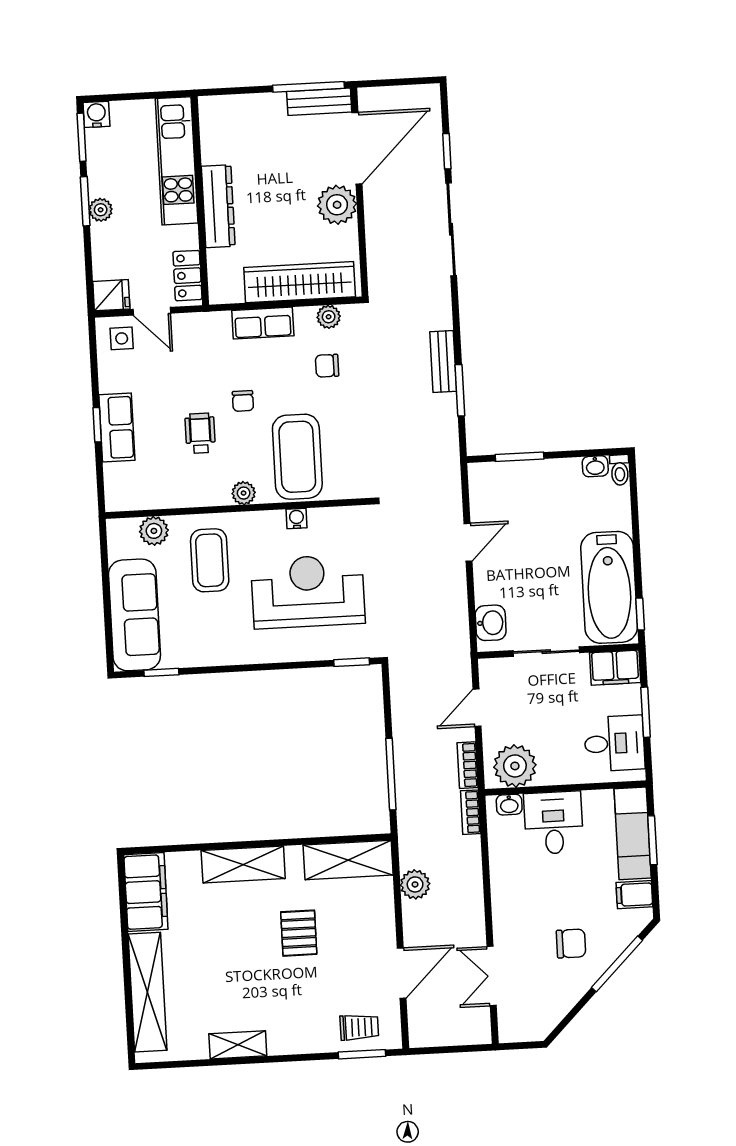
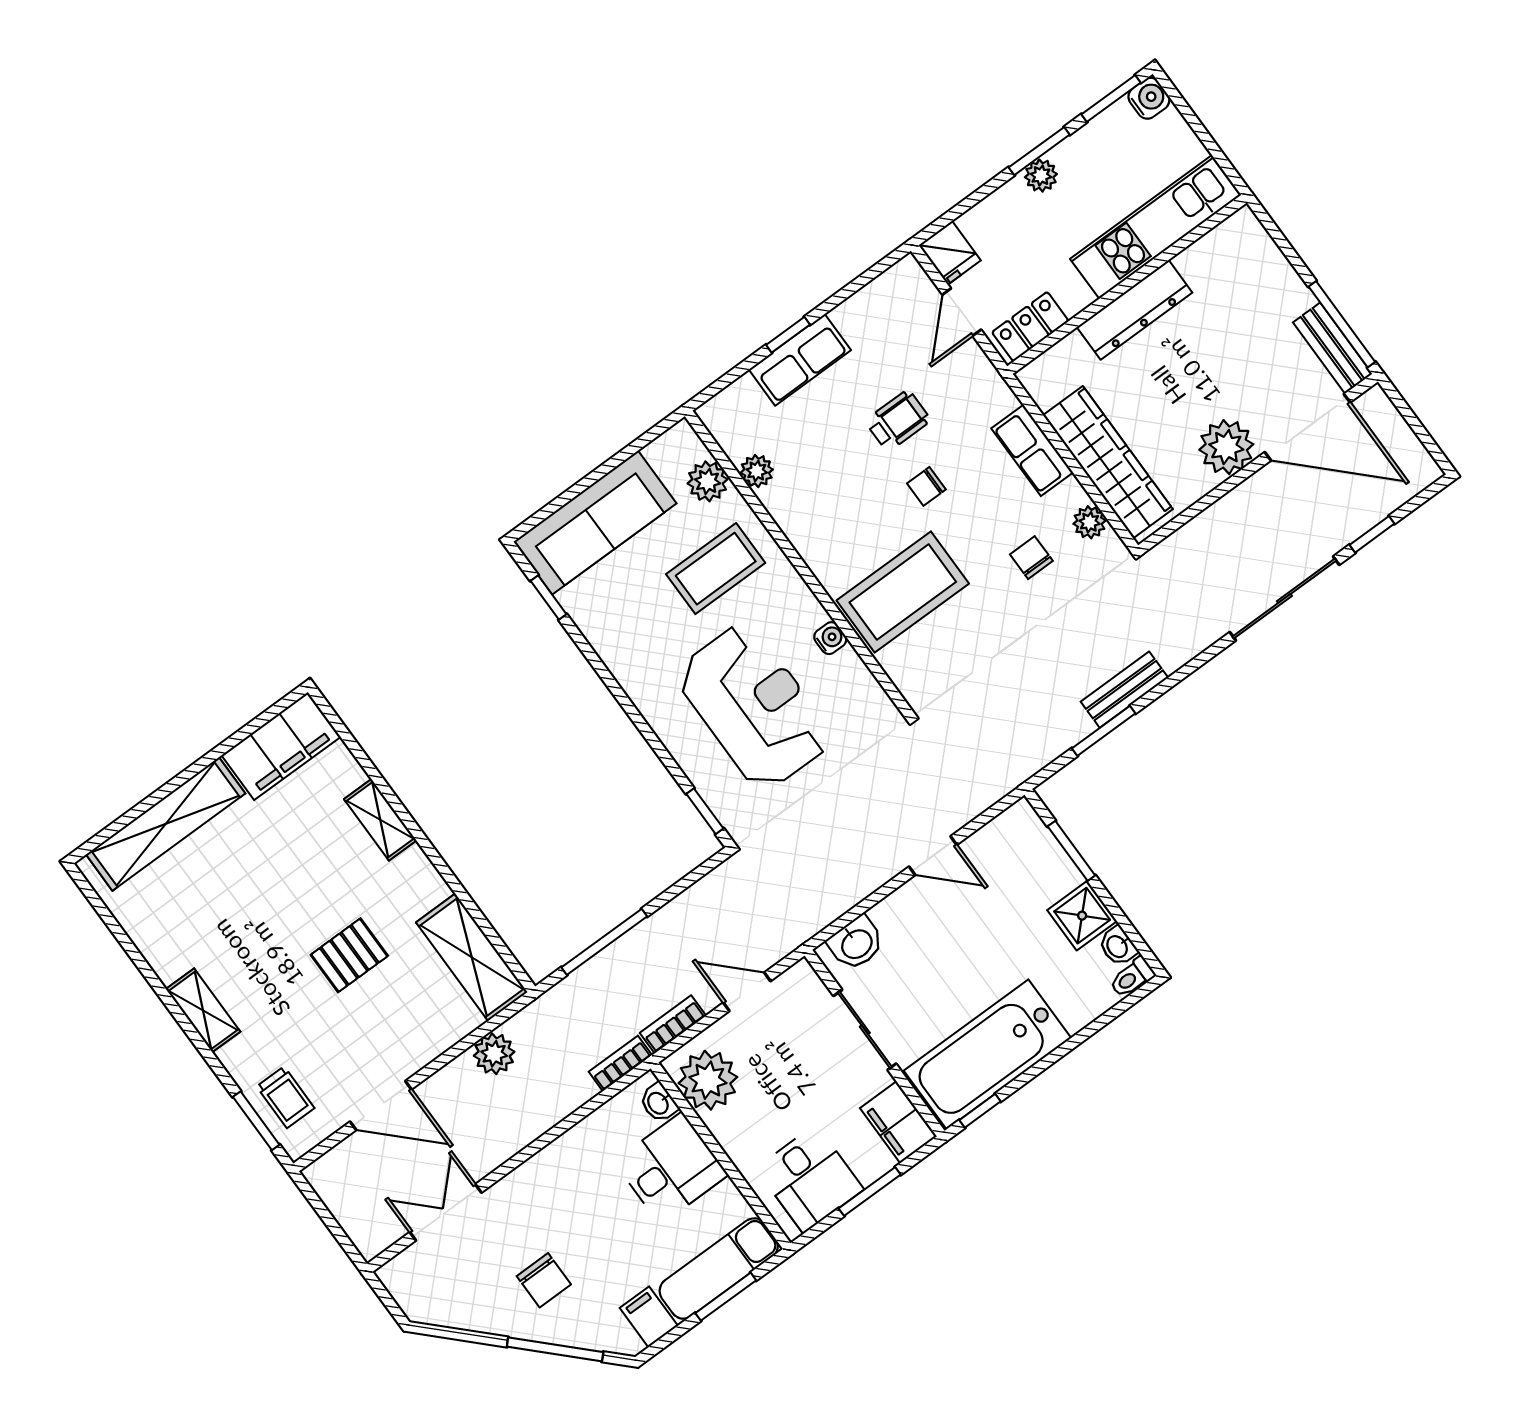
side table: (122, 338) -> (907, 298), removed
wheelchair: (200, 433) -> (898, 421), moved
shower: (563, 476) -> (1082, 916), added
plant: (244, 493) -> (757, 471), moved
shelving: (243, 865) -> (380, 820), width x0.67, depth x0.75
shelving: (238, 1045) -> (203, 1010), moved

